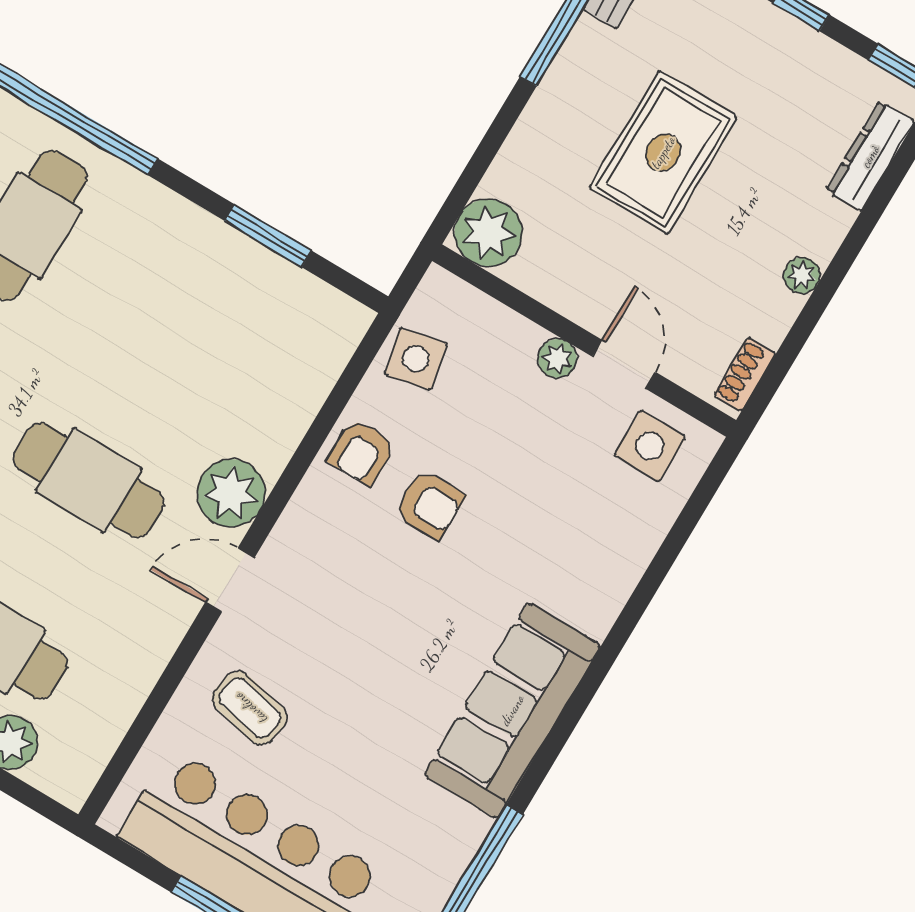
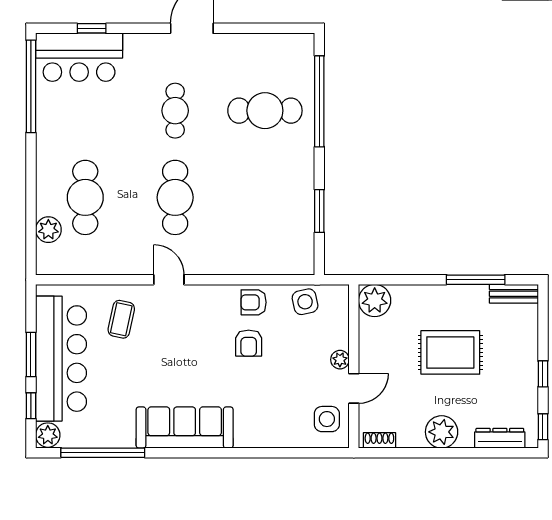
plant: (802, 275) -> (442, 432), width x1.88, depth x1.88
plant: (231, 493) -> (205, 259), removed

